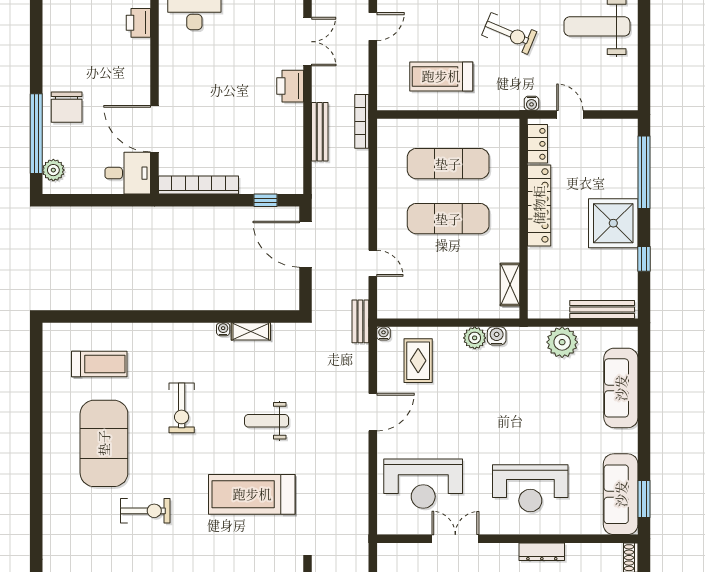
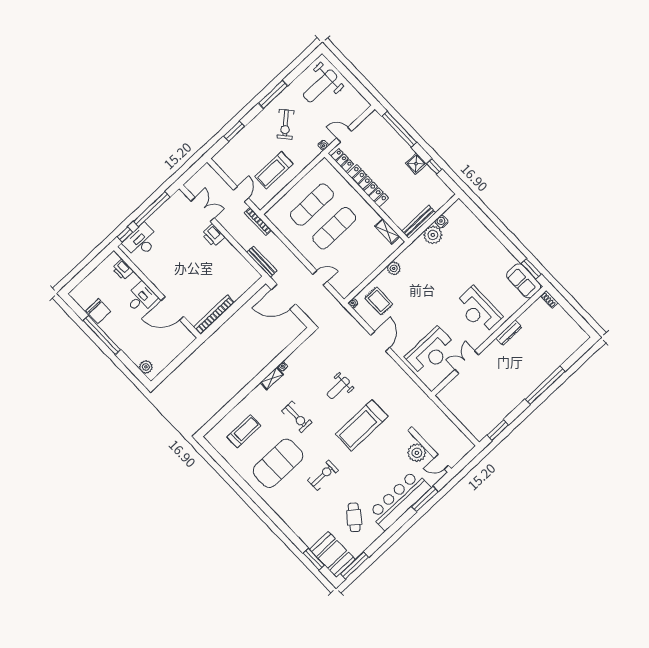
door: (373, 27) -> (241, 194), moved
exercise bike: (509, 33) -> (285, 124), turned 115
chair: (67, 107) -> (98, 311), moved
bench: (320, 132) -> (262, 262), moved
window: (36, 134) -> (102, 335), moved
desk: (128, 173) -> (141, 298), moved
window: (266, 200) -> (249, 294), removed
shower: (613, 223) -> (416, 164), width x0.54, depth x0.54
bench: (602, 309) -> (419, 222), moved
bench: (360, 321) -> (338, 308), removed
shelving: (251, 331) -> (272, 378), moved
water cooler: (497, 336) -> (442, 222), moved
sofa: (621, 388) -> (476, 231), removed
exercise mat: (104, 443) -> (278, 463), turned 90
reception desk: (530, 488) -> (478, 310), turned 90
sofa: (621, 494) -> (524, 281), width x0.73

